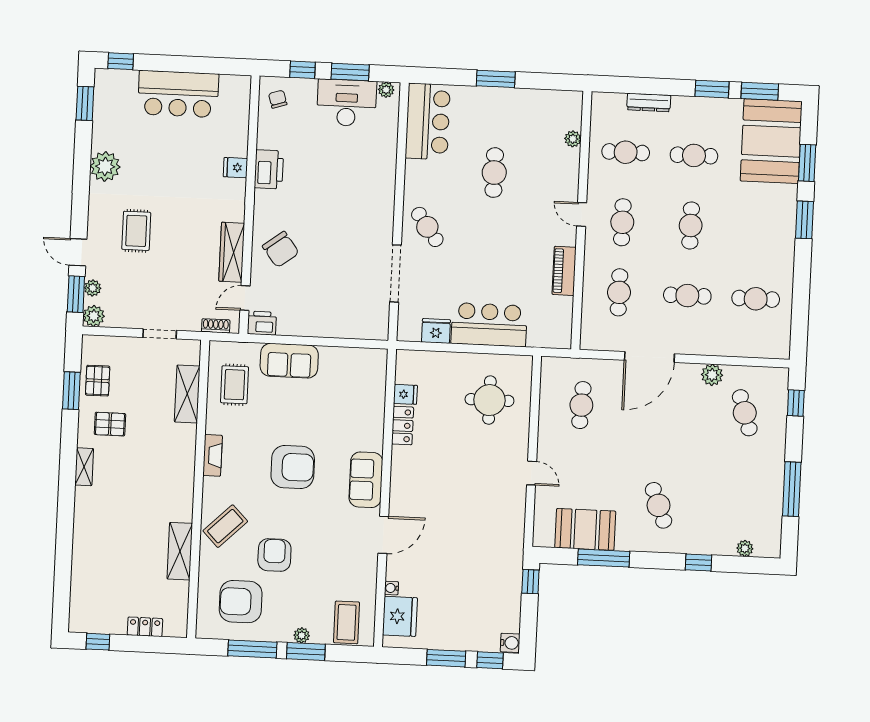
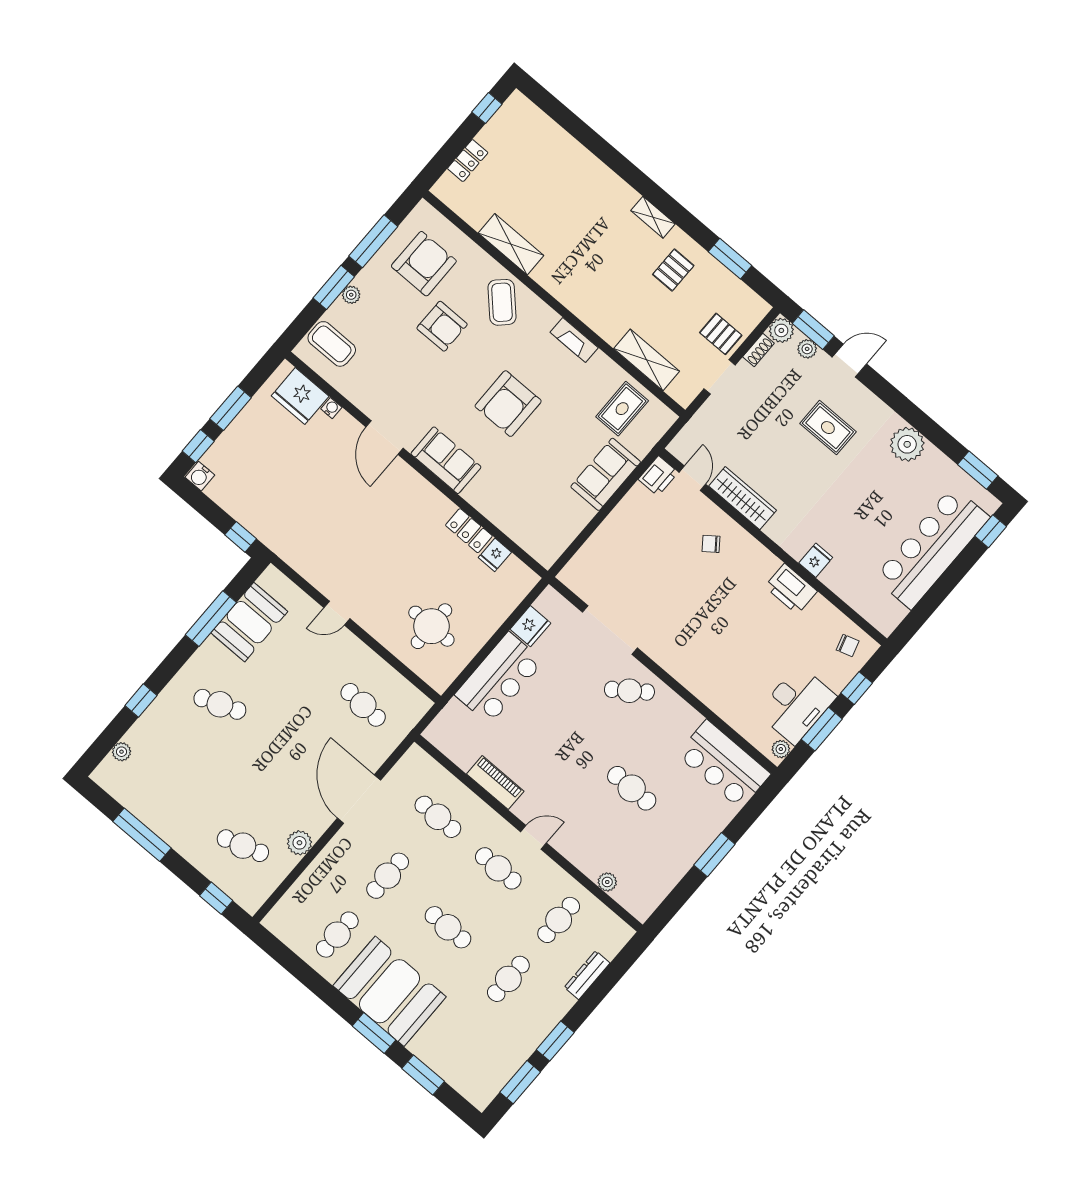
bar counter: (178, 94) -> (932, 548), width x1.36
booth: (771, 141) -> (390, 991), moved
chair: (281, 249) -> (711, 544), width x0.54, depth x0.54
shoe rack: (216, 326) -> (758, 350), moved
pallet: (98, 381) -> (721, 334), moved
rug: (234, 385) -> (622, 409), turned 90

